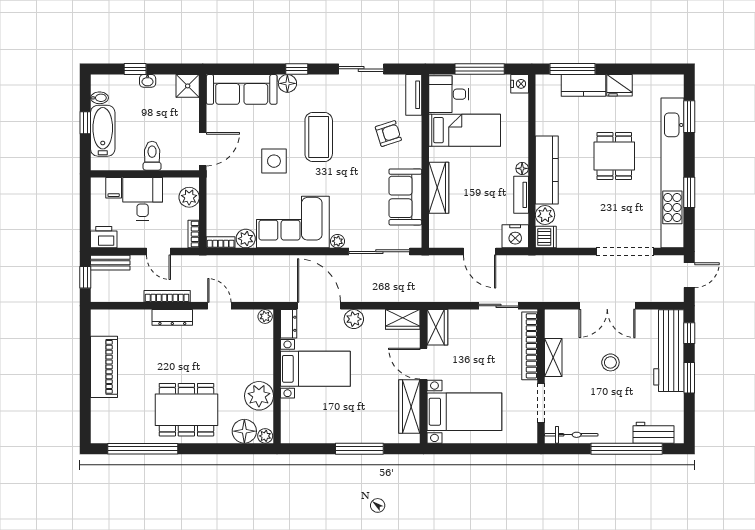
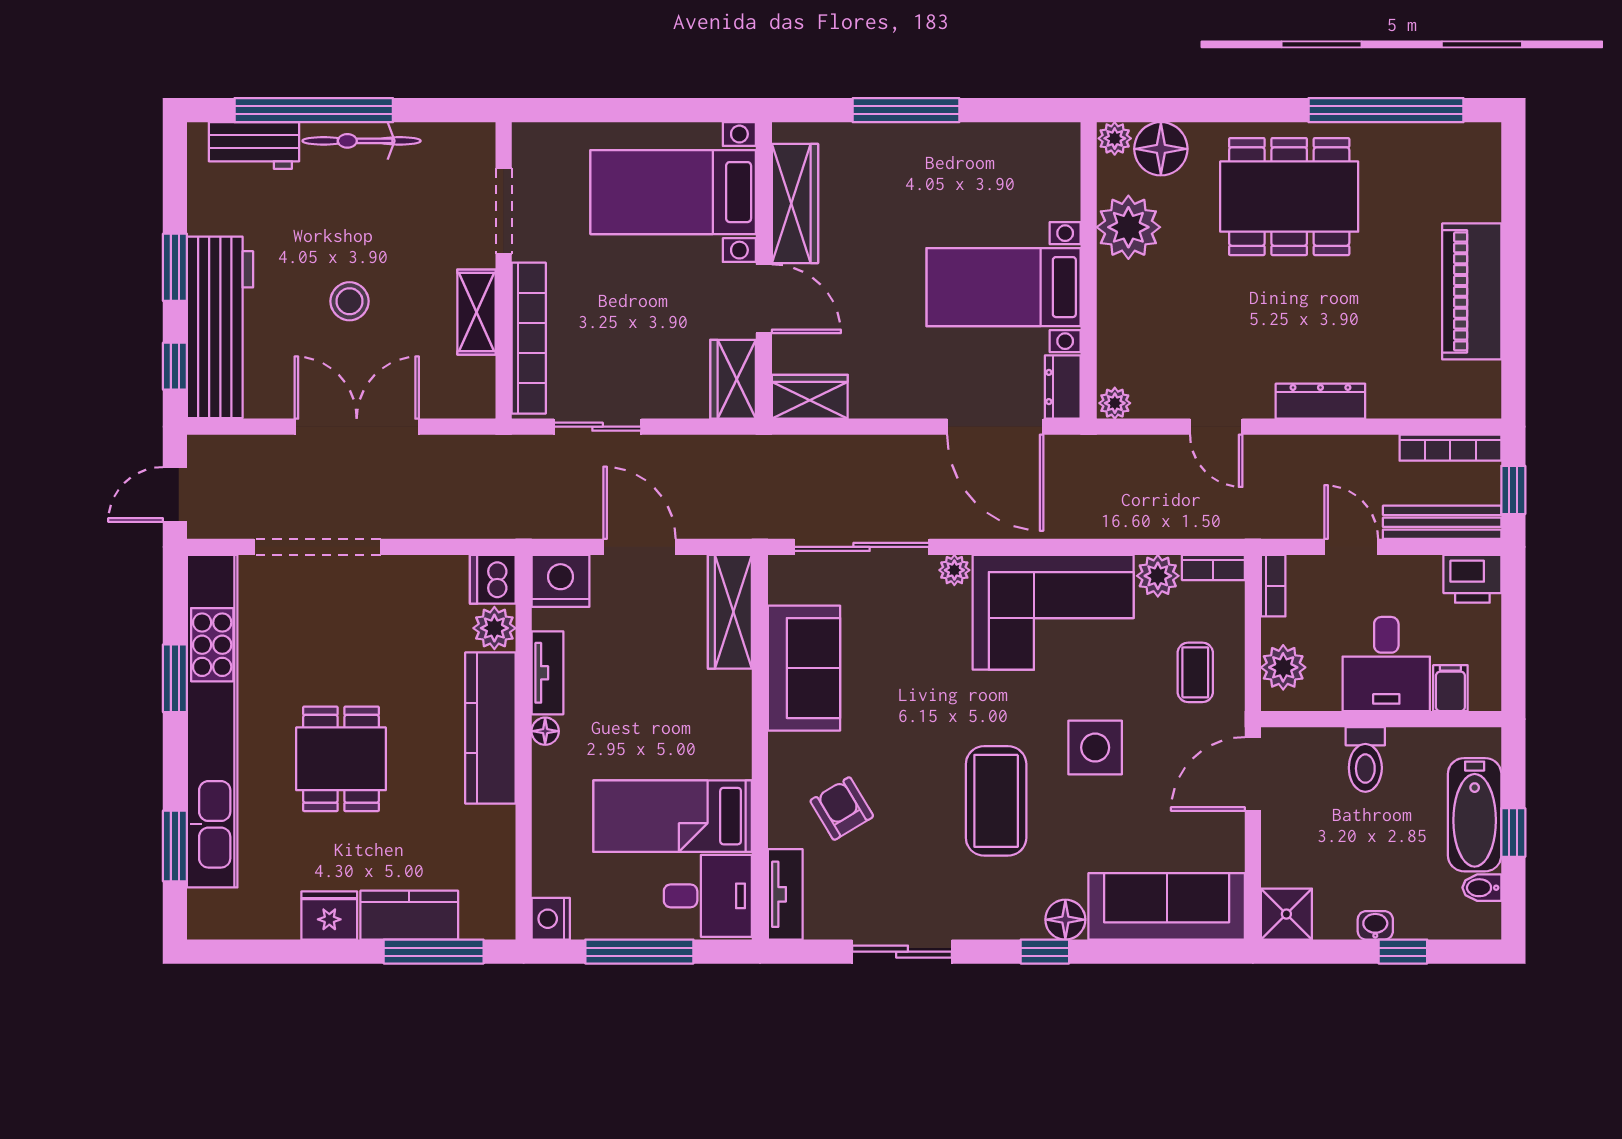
armchair: (388, 134) -> (842, 809), turned 77
wardrobe: (439, 188) -> (730, 612), moved
coffee table: (229, 195) -> (1195, 672), added
bench: (110, 263) -> (1442, 522), width x1.36
bookcase: (167, 296) -> (1450, 448), moved
plant: (354, 319) -> (918, 397), removed
bicycle: (571, 435) -> (362, 141), moved

